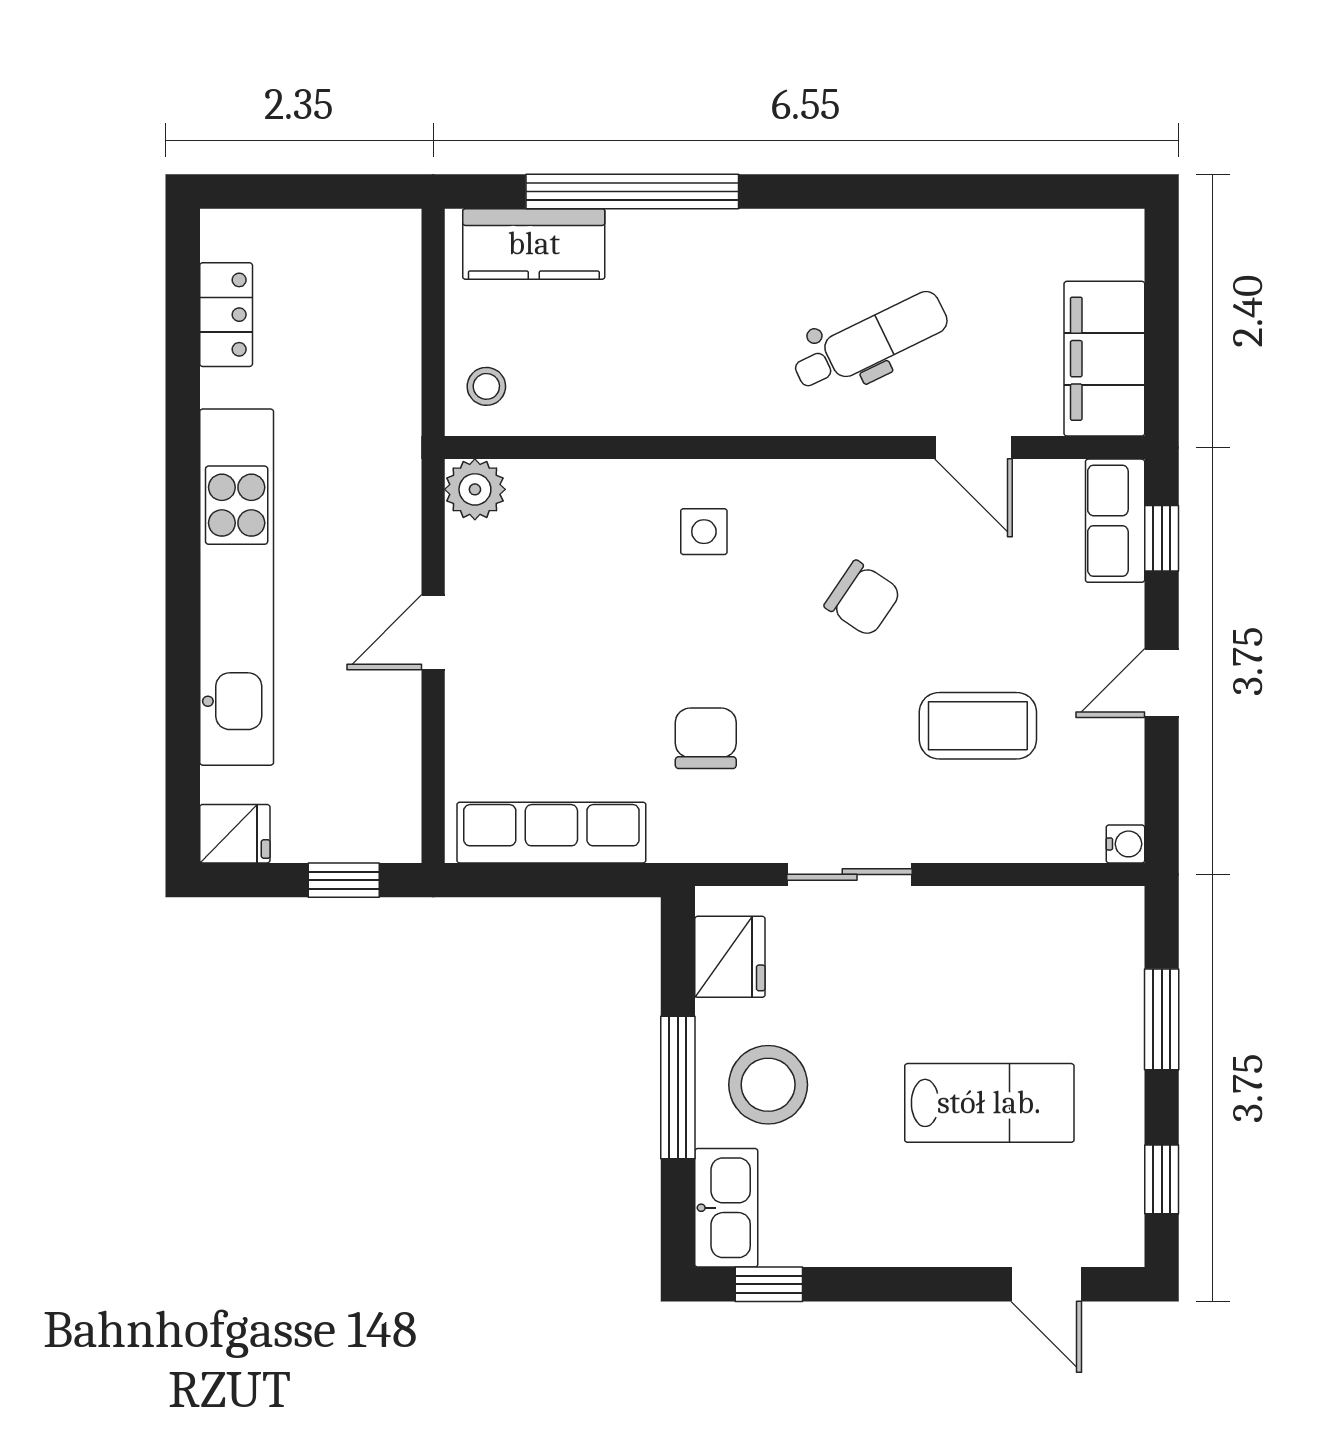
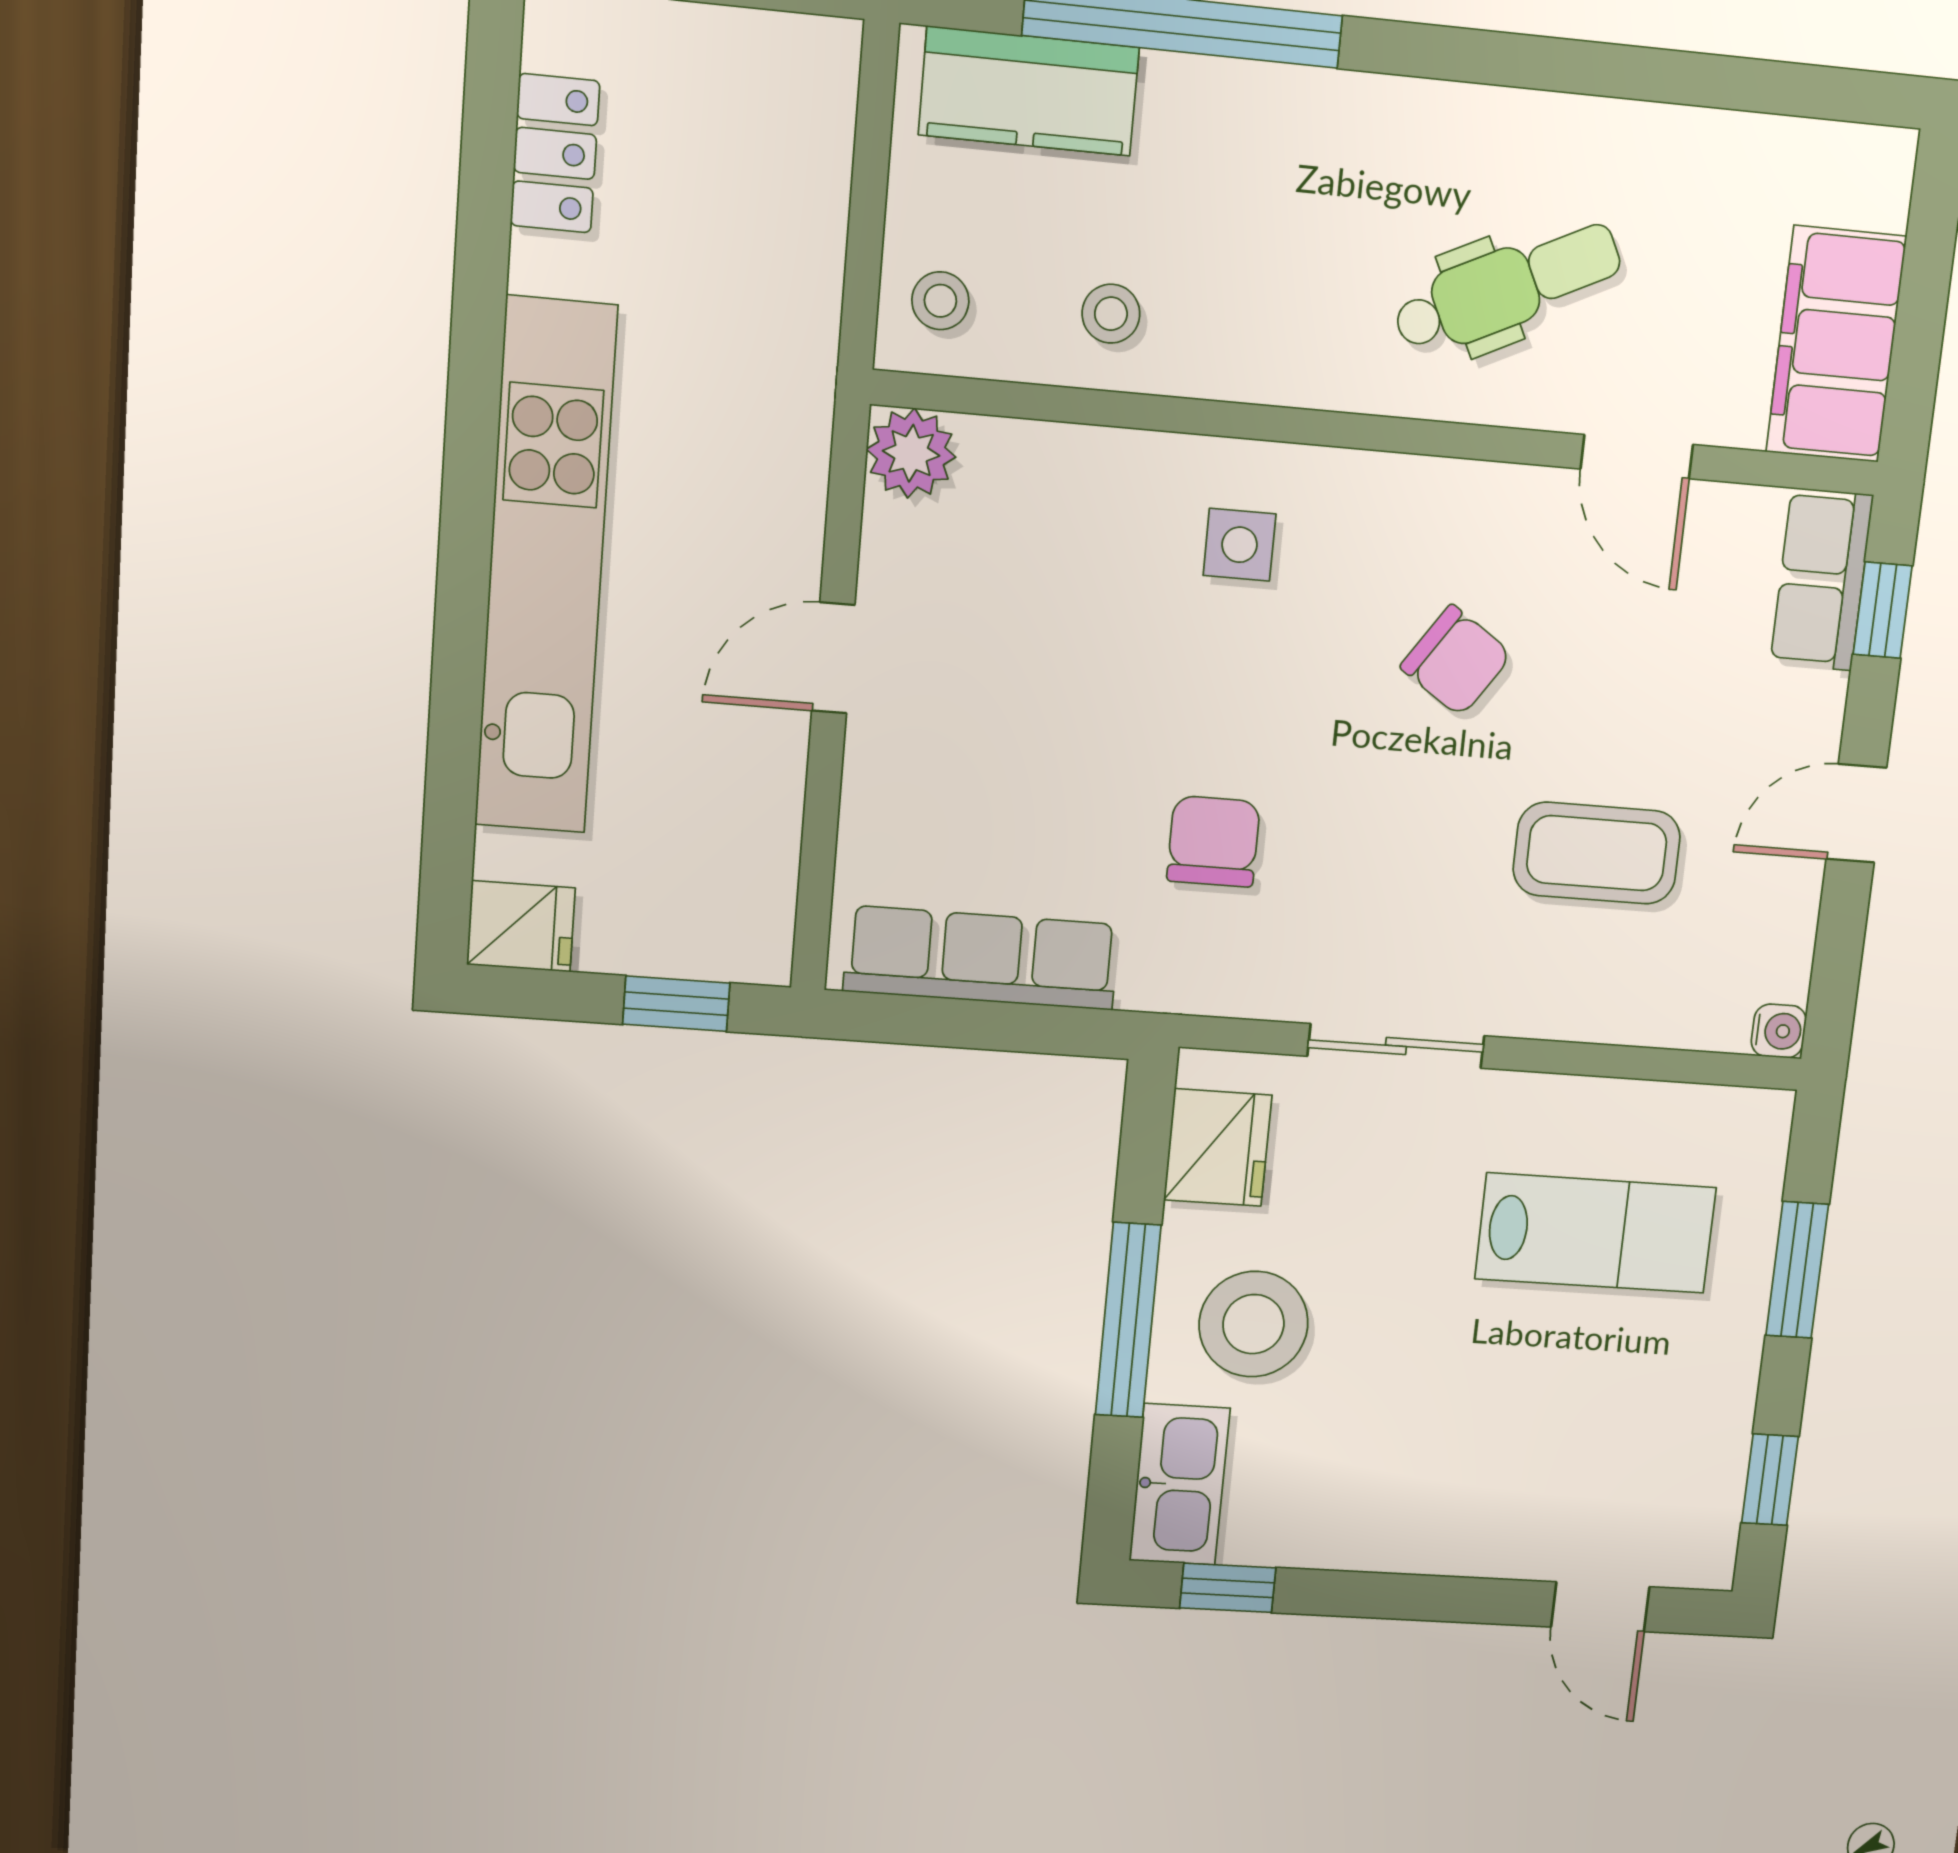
stool: (602, 384) -> (1111, 314), added
lab bench: (989, 1103) -> (1596, 1233), moved

